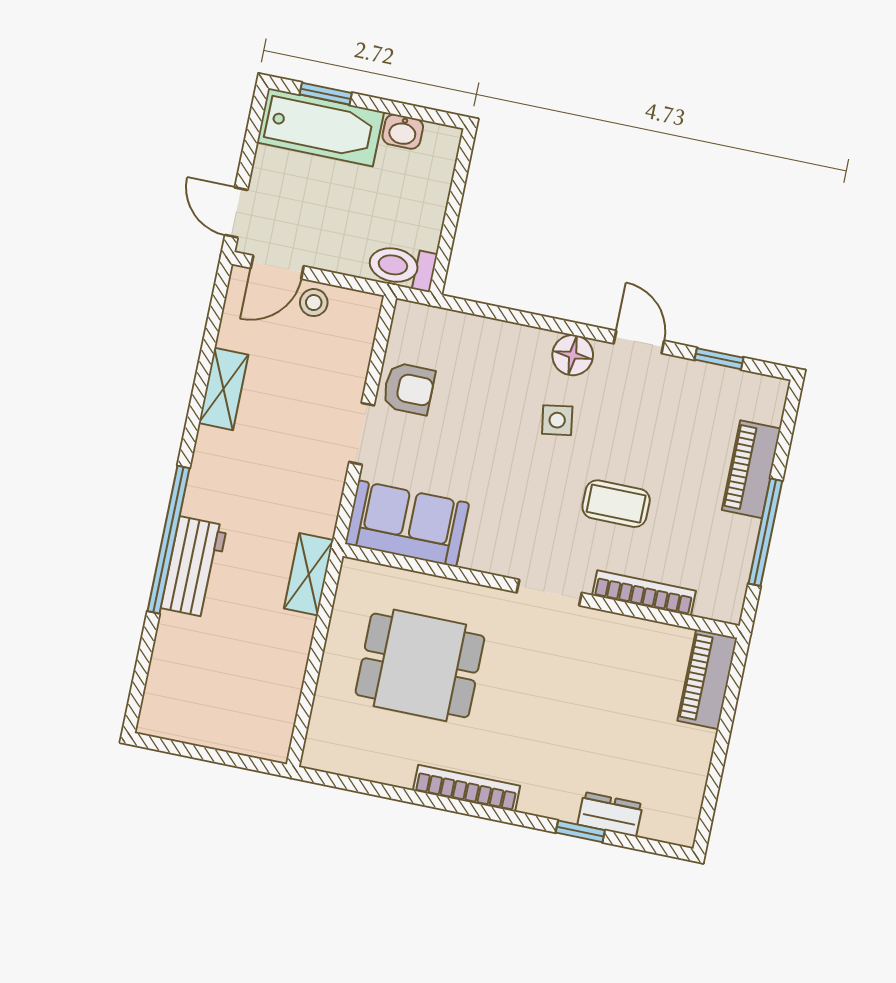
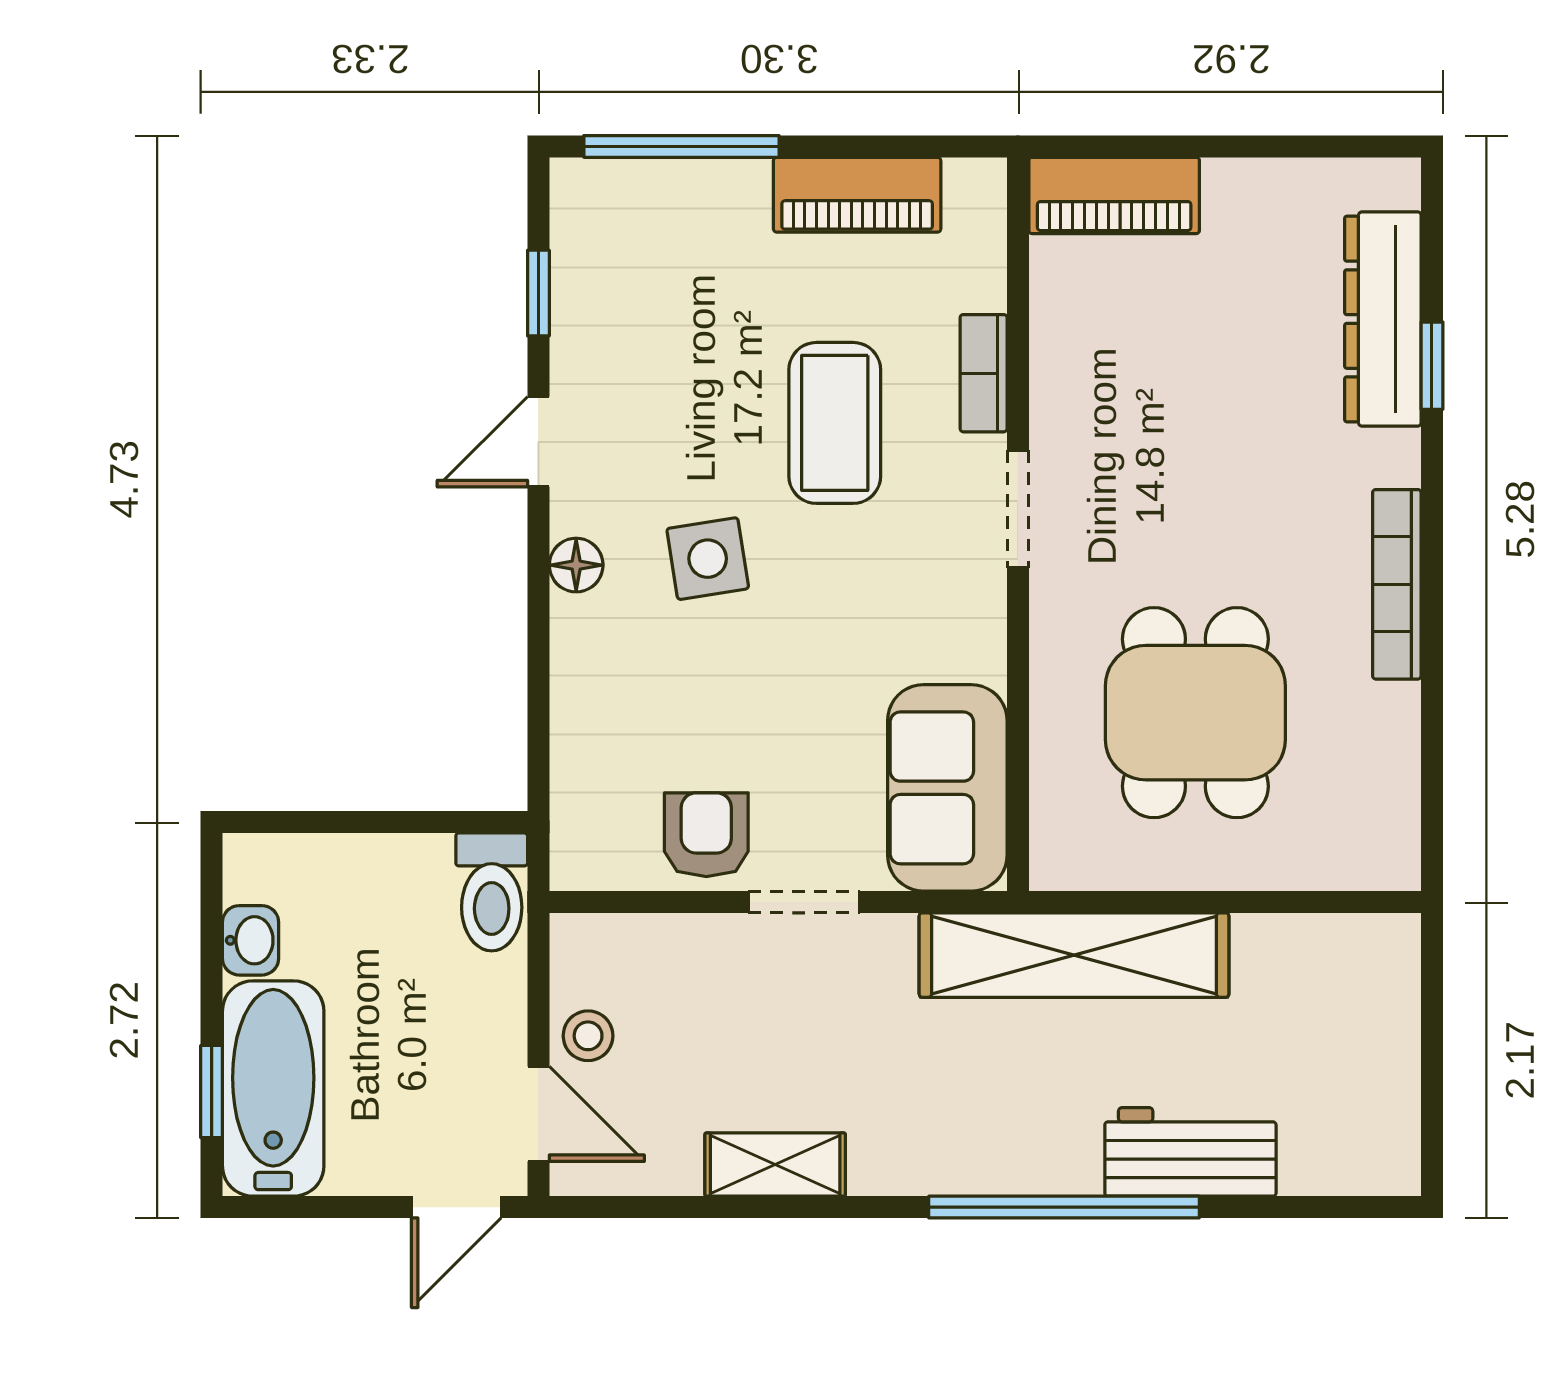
floor lamp: (573, 355) -> (576, 565), width x0.73, depth x0.73
side table: (557, 420) -> (708, 559), width x1.37, depth x1.37
piano: (751, 469) -> (857, 195), moved
coffee table: (616, 504) -> (835, 423), width x1.36, depth x1.30
window: (765, 532) -> (681, 146), moved
workbench: (194, 567) -> (1190, 1152), moved
shelving: (309, 574) -> (1074, 955), width x2.20, depth x1.33
bookcase: (644, 593) -> (984, 373), width x0.64
dresser: (610, 814) -> (1383, 319), width x1.96, depth x1.24

